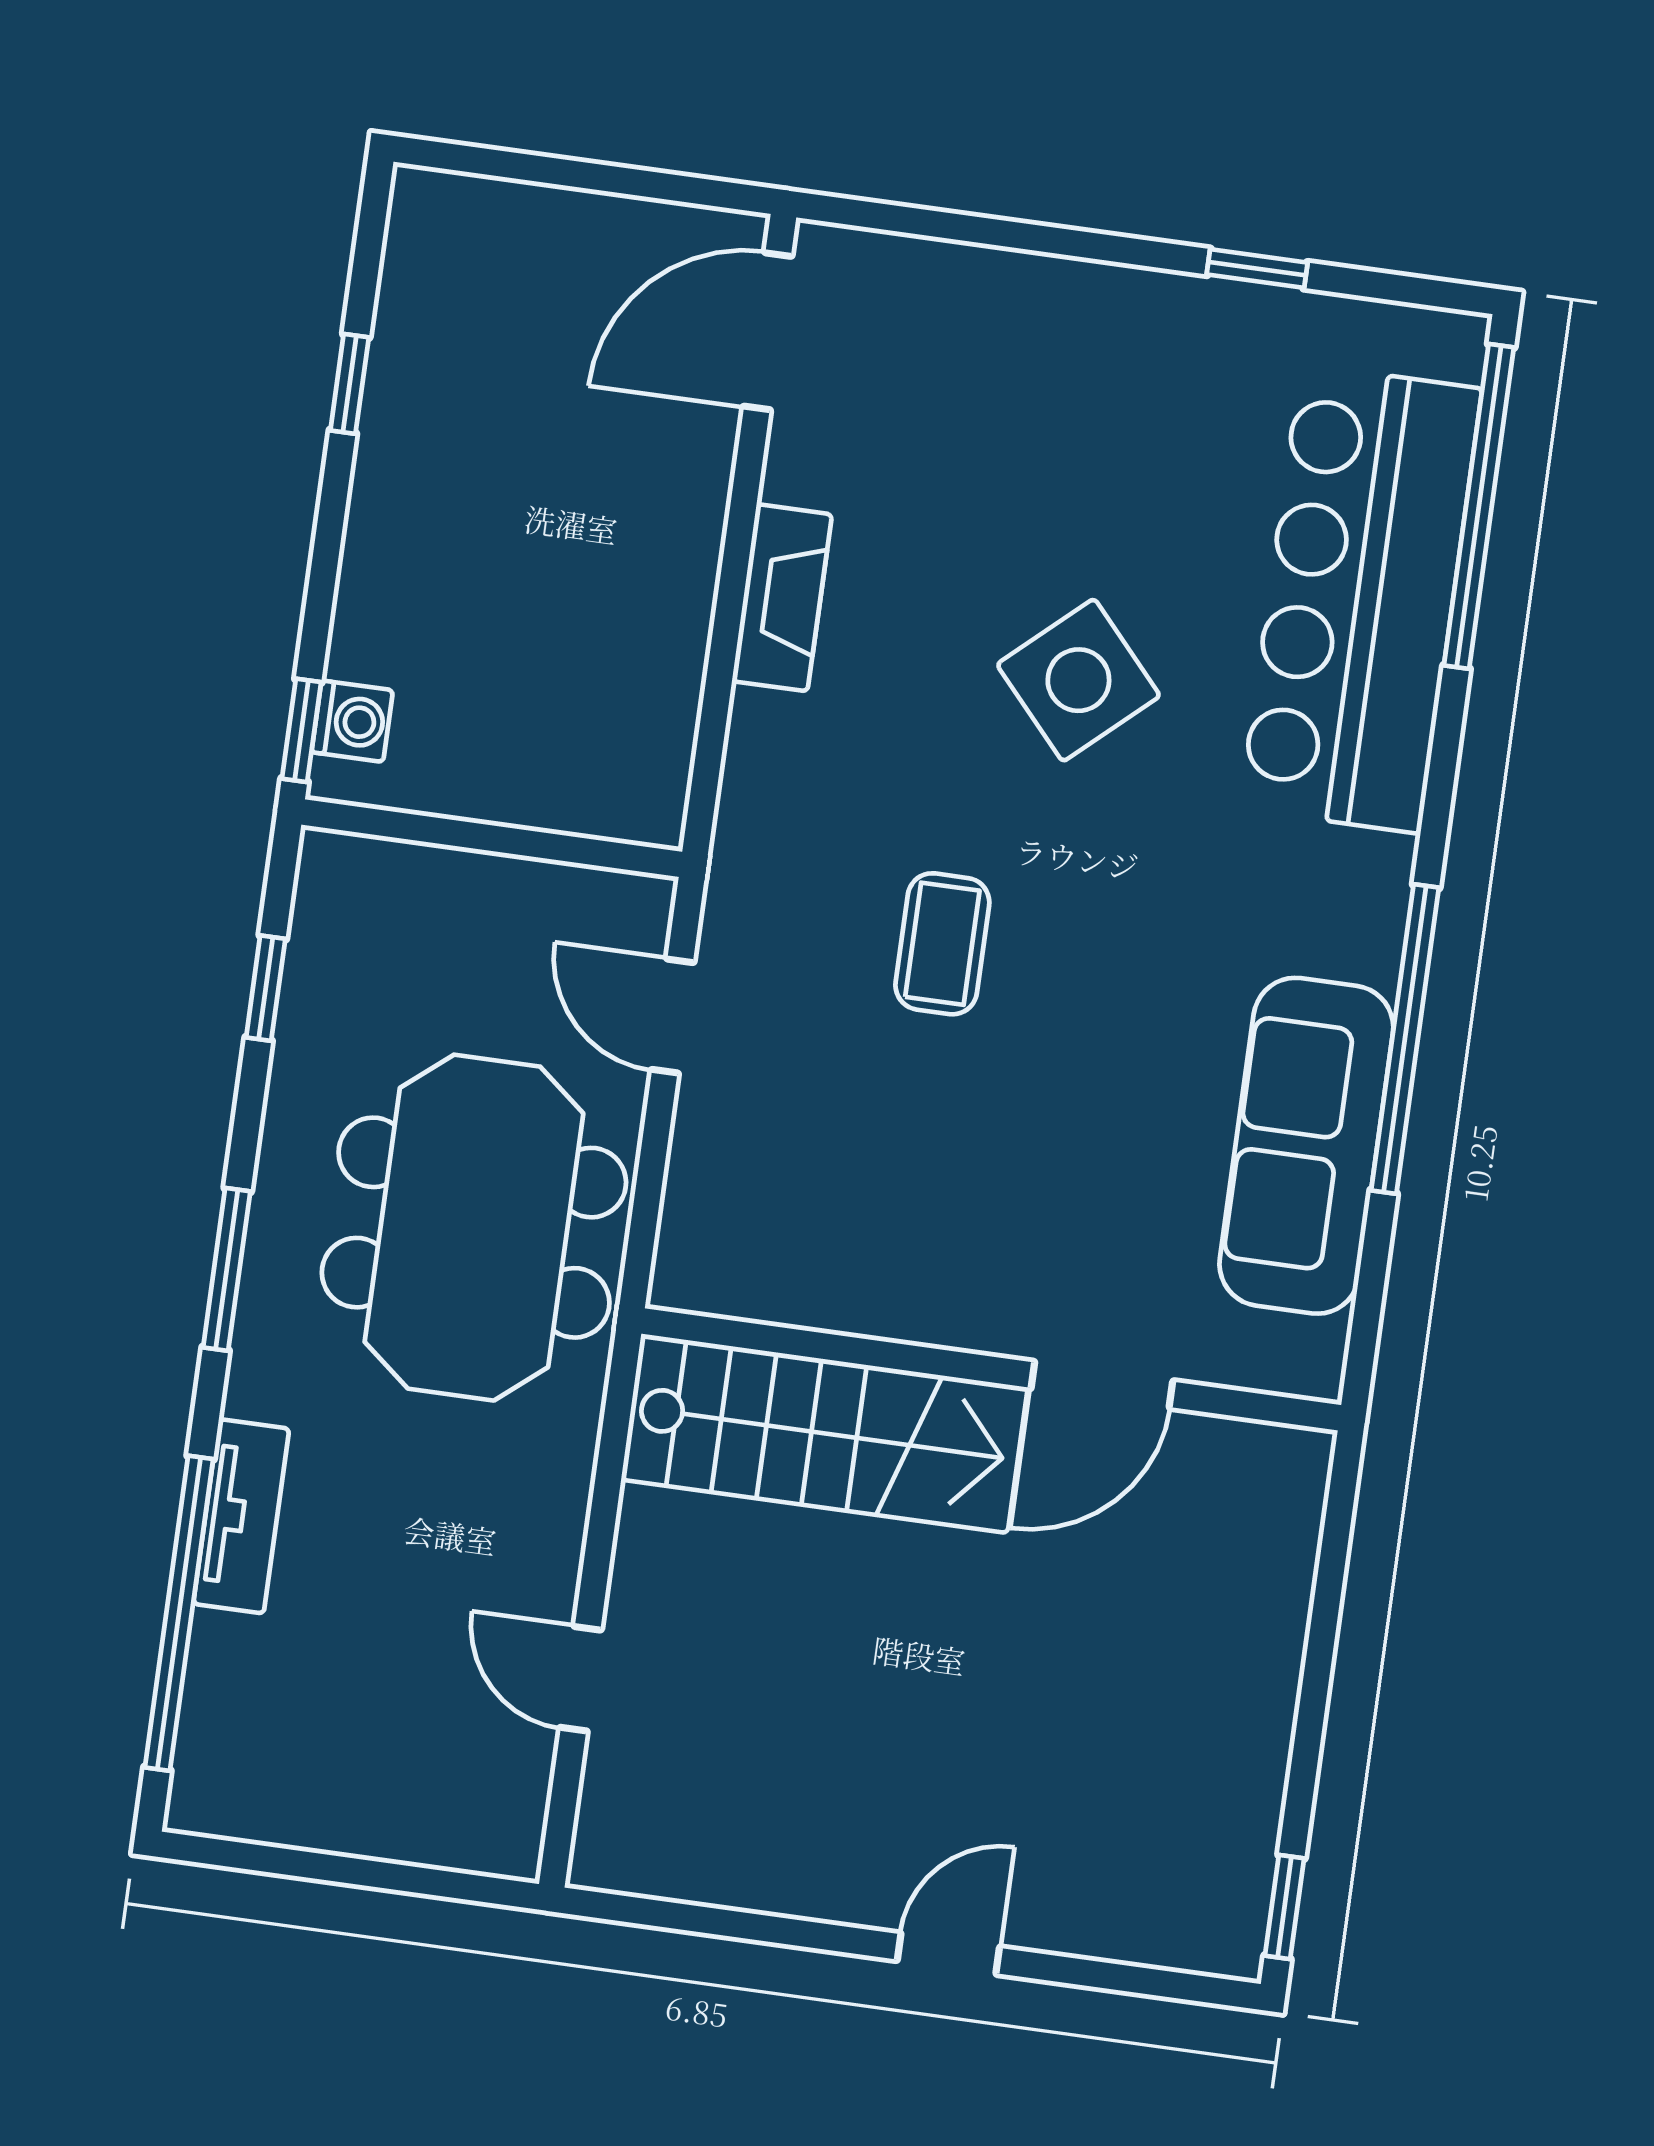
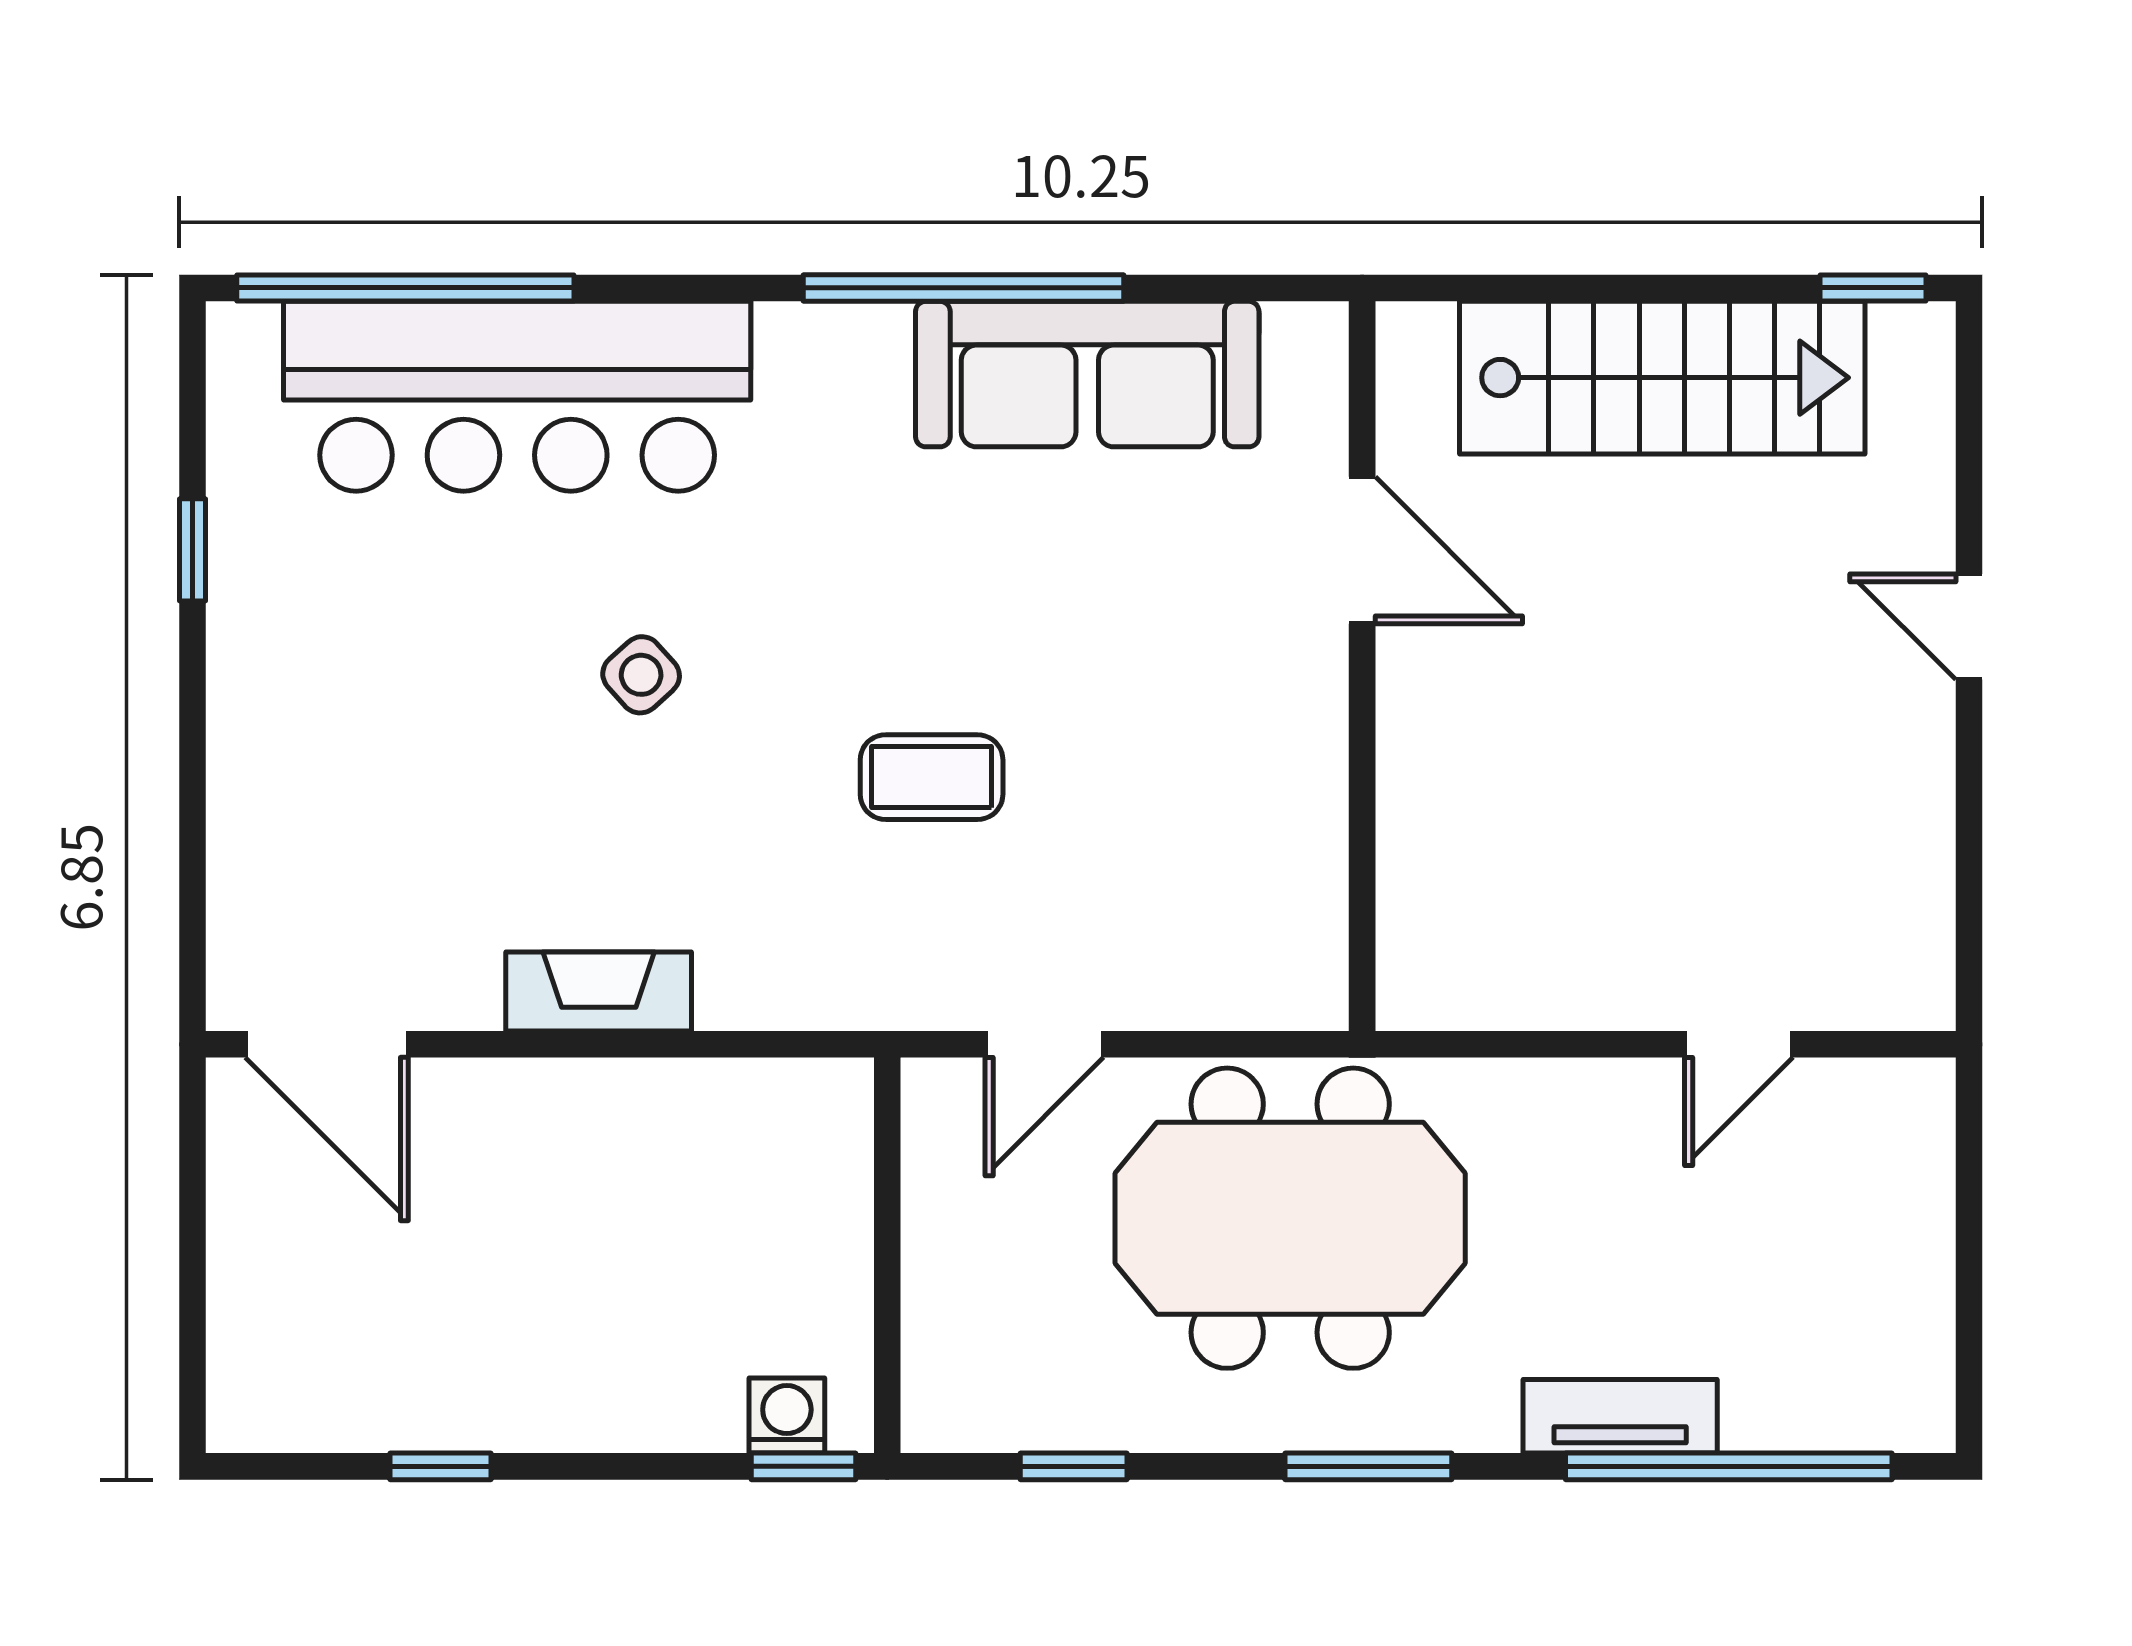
side table: (1078, 680) -> (641, 675), width x0.54, depth x0.54
stairs: (824, 1433) -> (1662, 378), moved, turned 90

